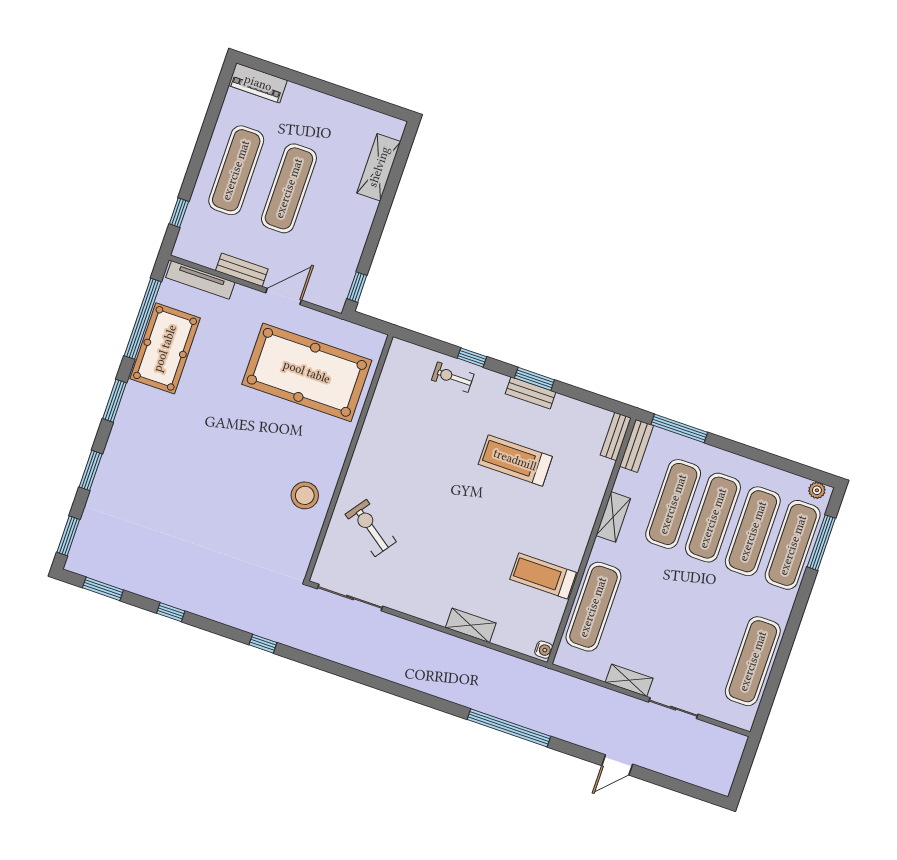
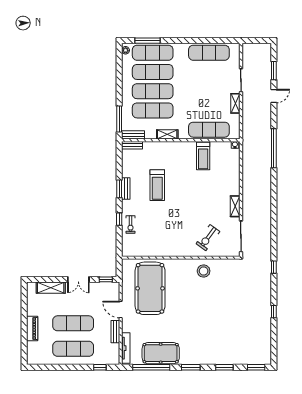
piano: (258, 83) -> (32, 329), moved
double door: (376, 230) -> (78, 279), added
window: (103, 589) -> (274, 71), moved
shelving: (471, 625) -> (235, 206), moved
door: (617, 765) -> (274, 96), hinge flipped

